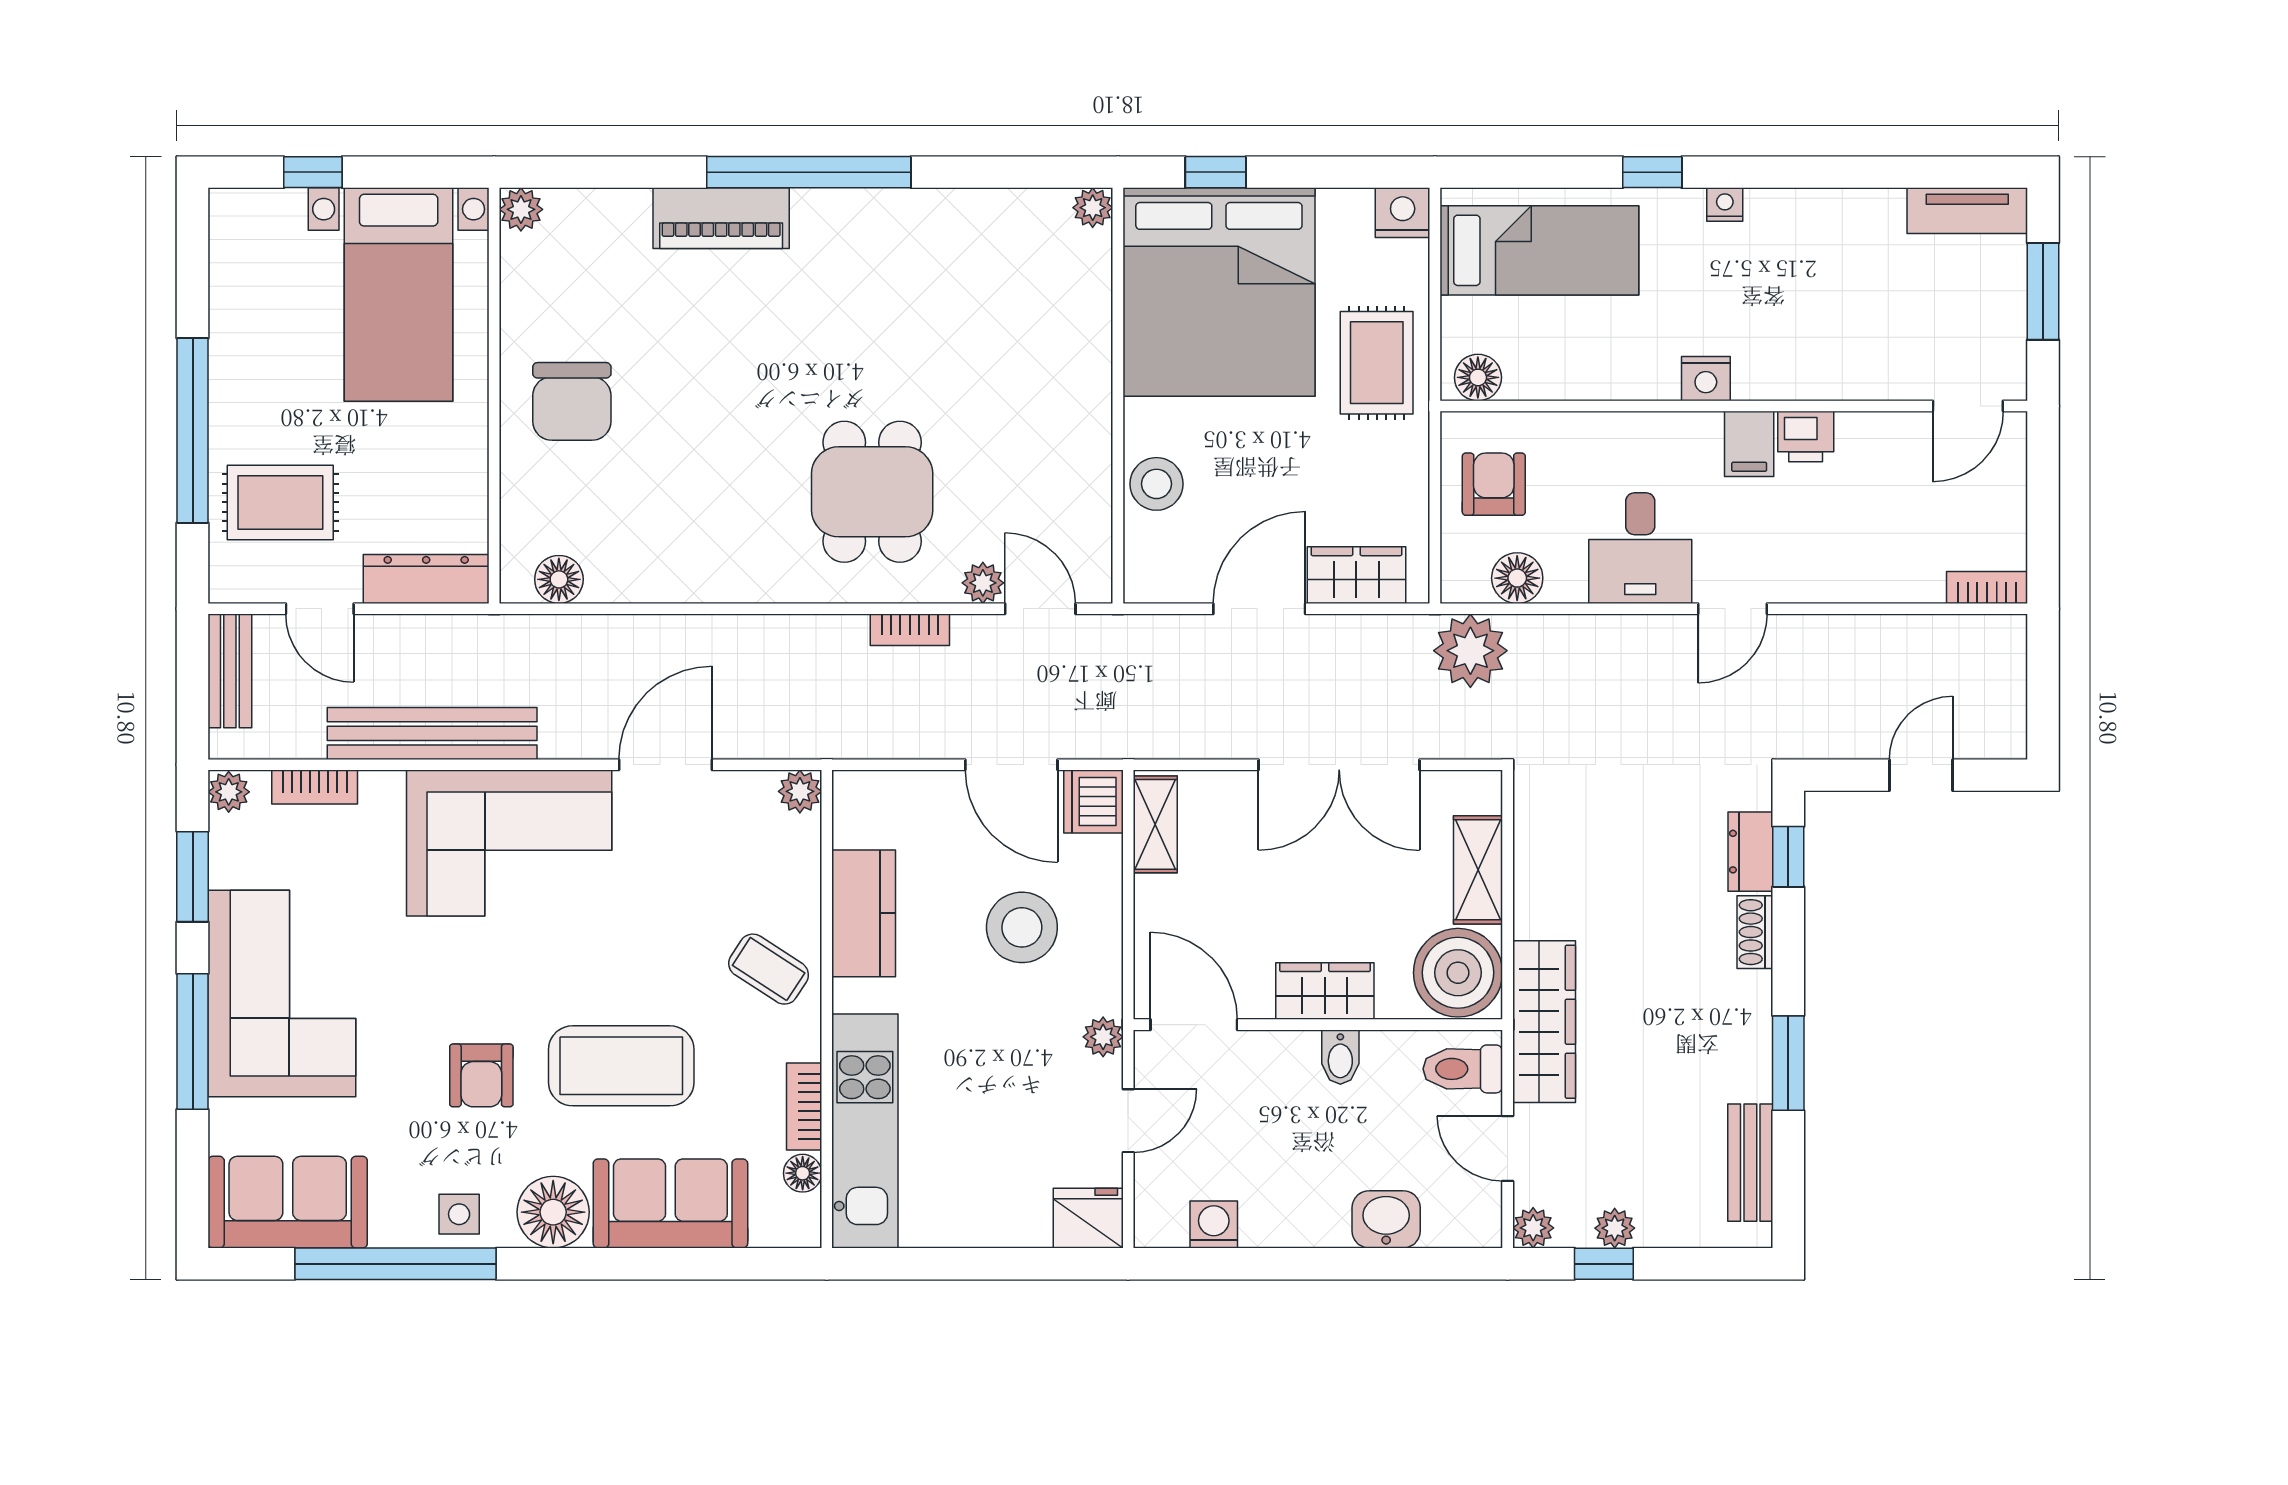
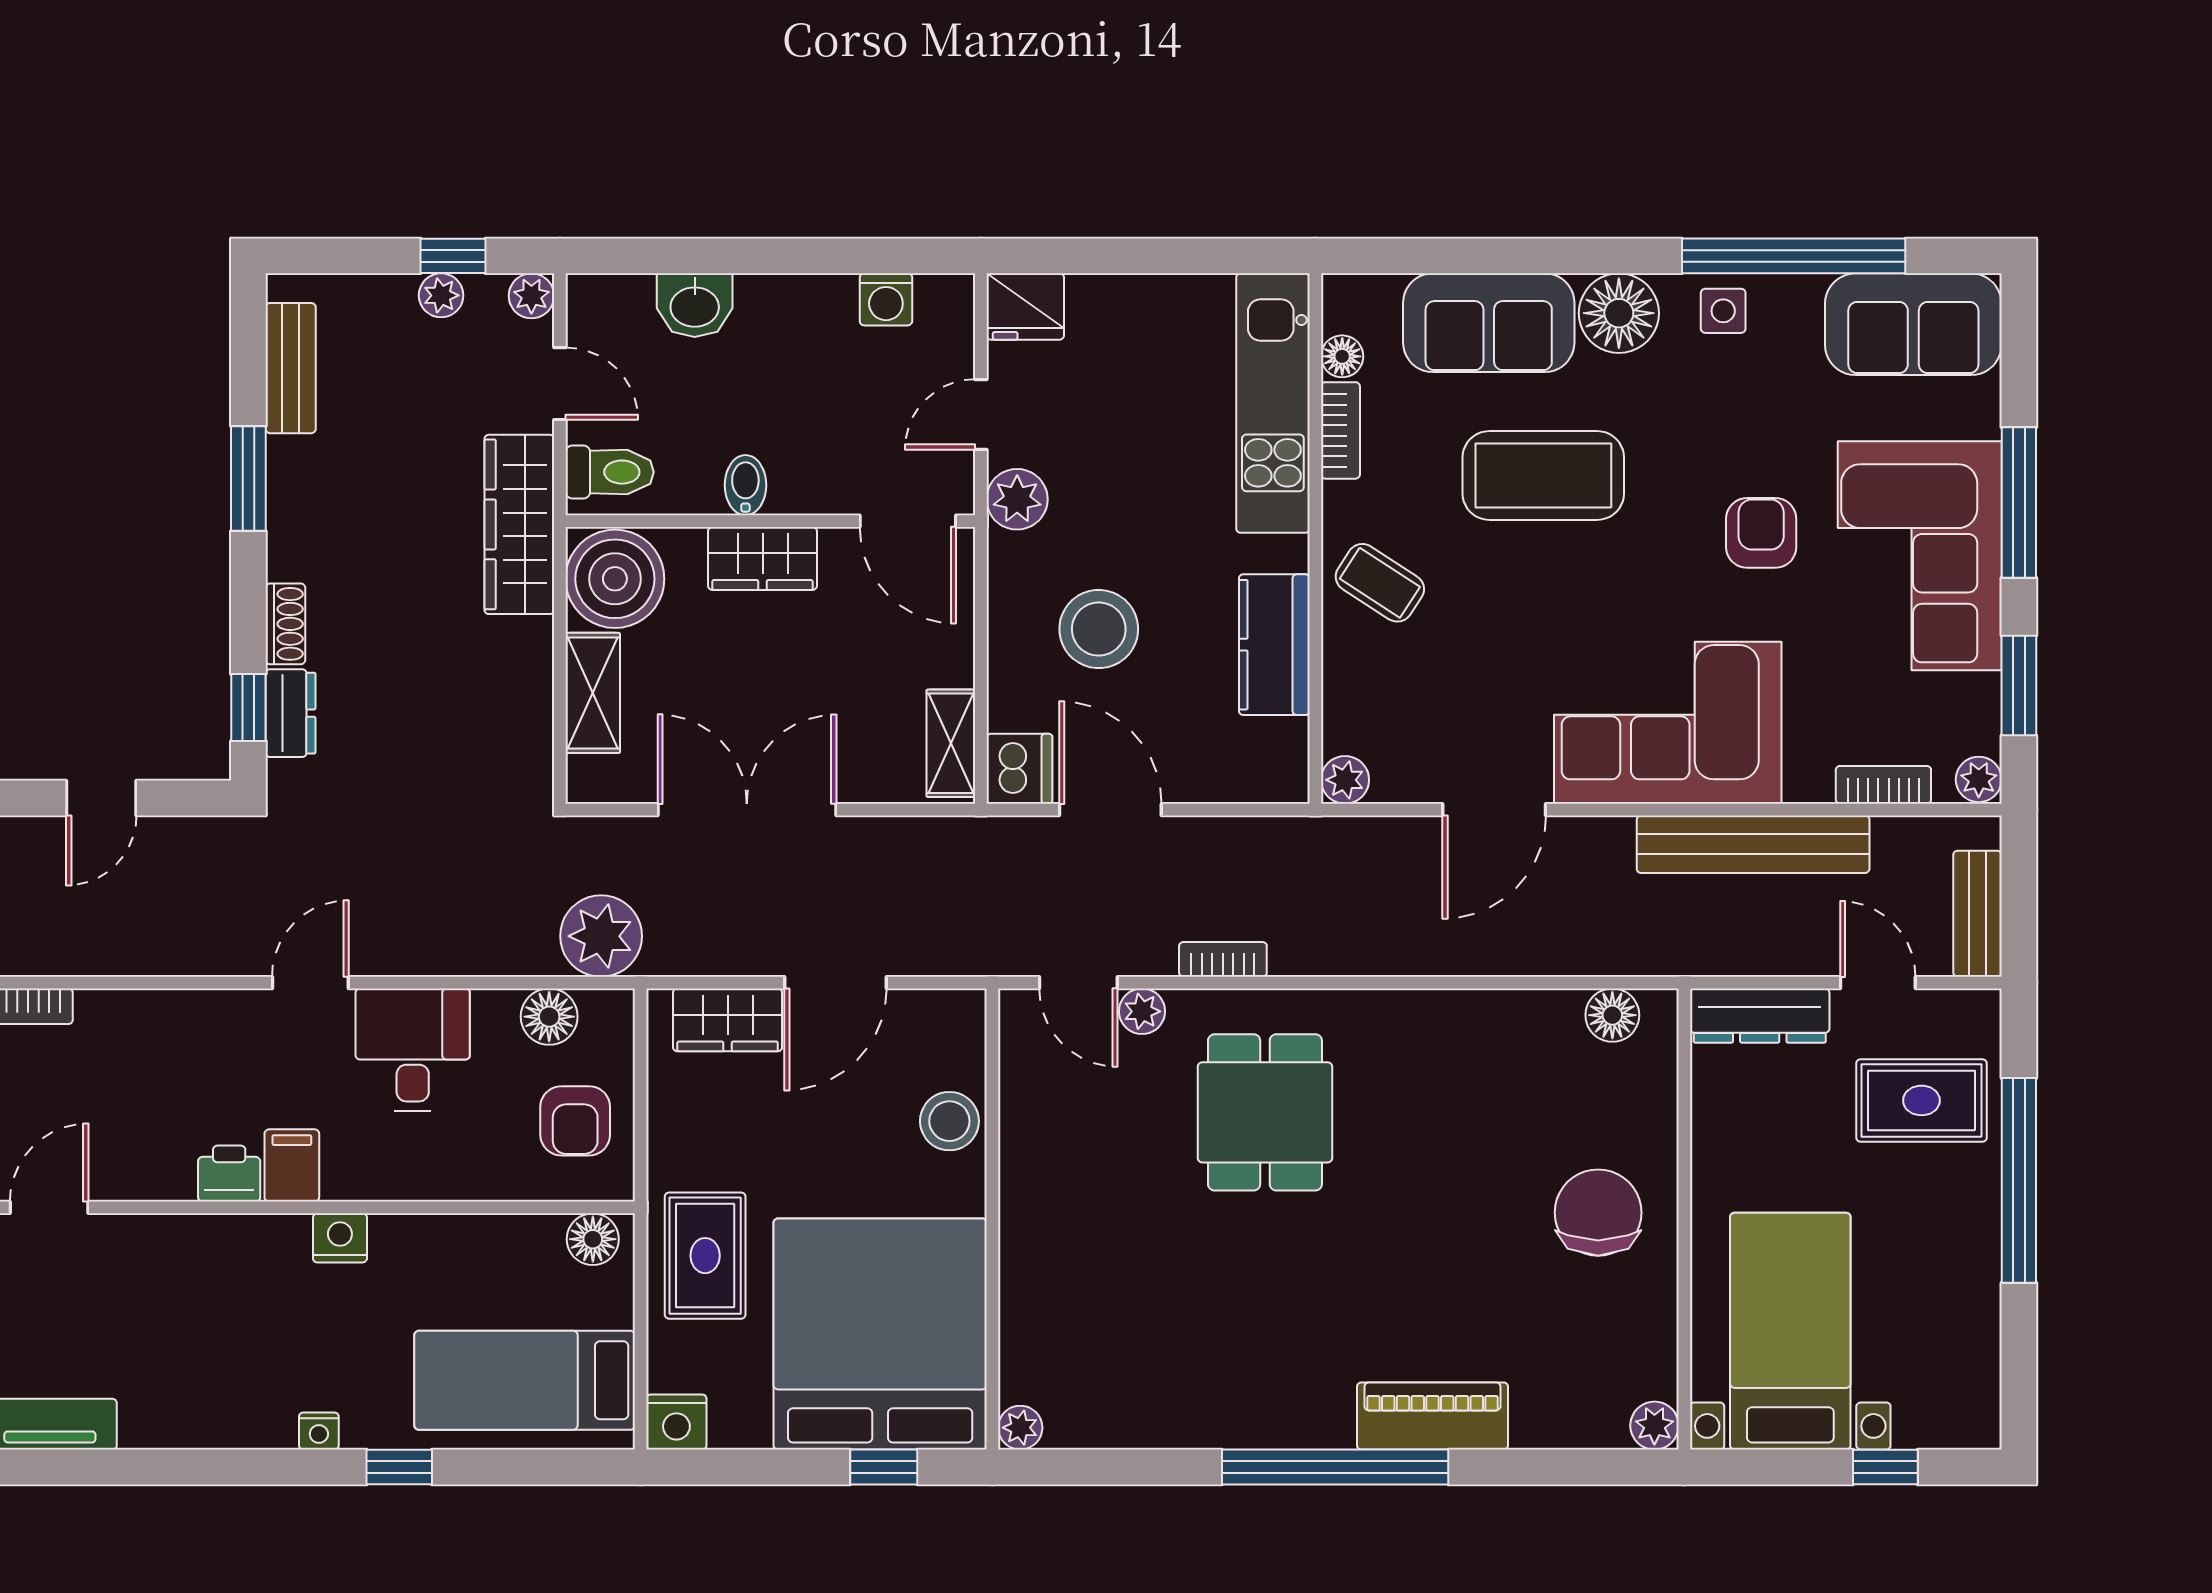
plant: (1103, 1037) -> (1017, 499), width x1.38, depth x1.38
armchair: (481, 1075) -> (1761, 533), moved

